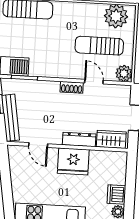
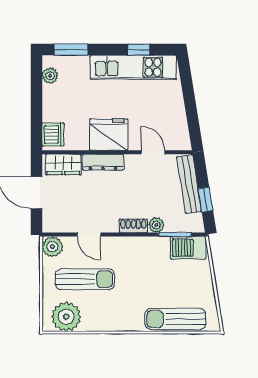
plant: (39, 86) -> (156, 225), added
shoe rack: (72, 87) -> (133, 226), moved
dishwasher: (116, 195) -> (53, 134), moved

